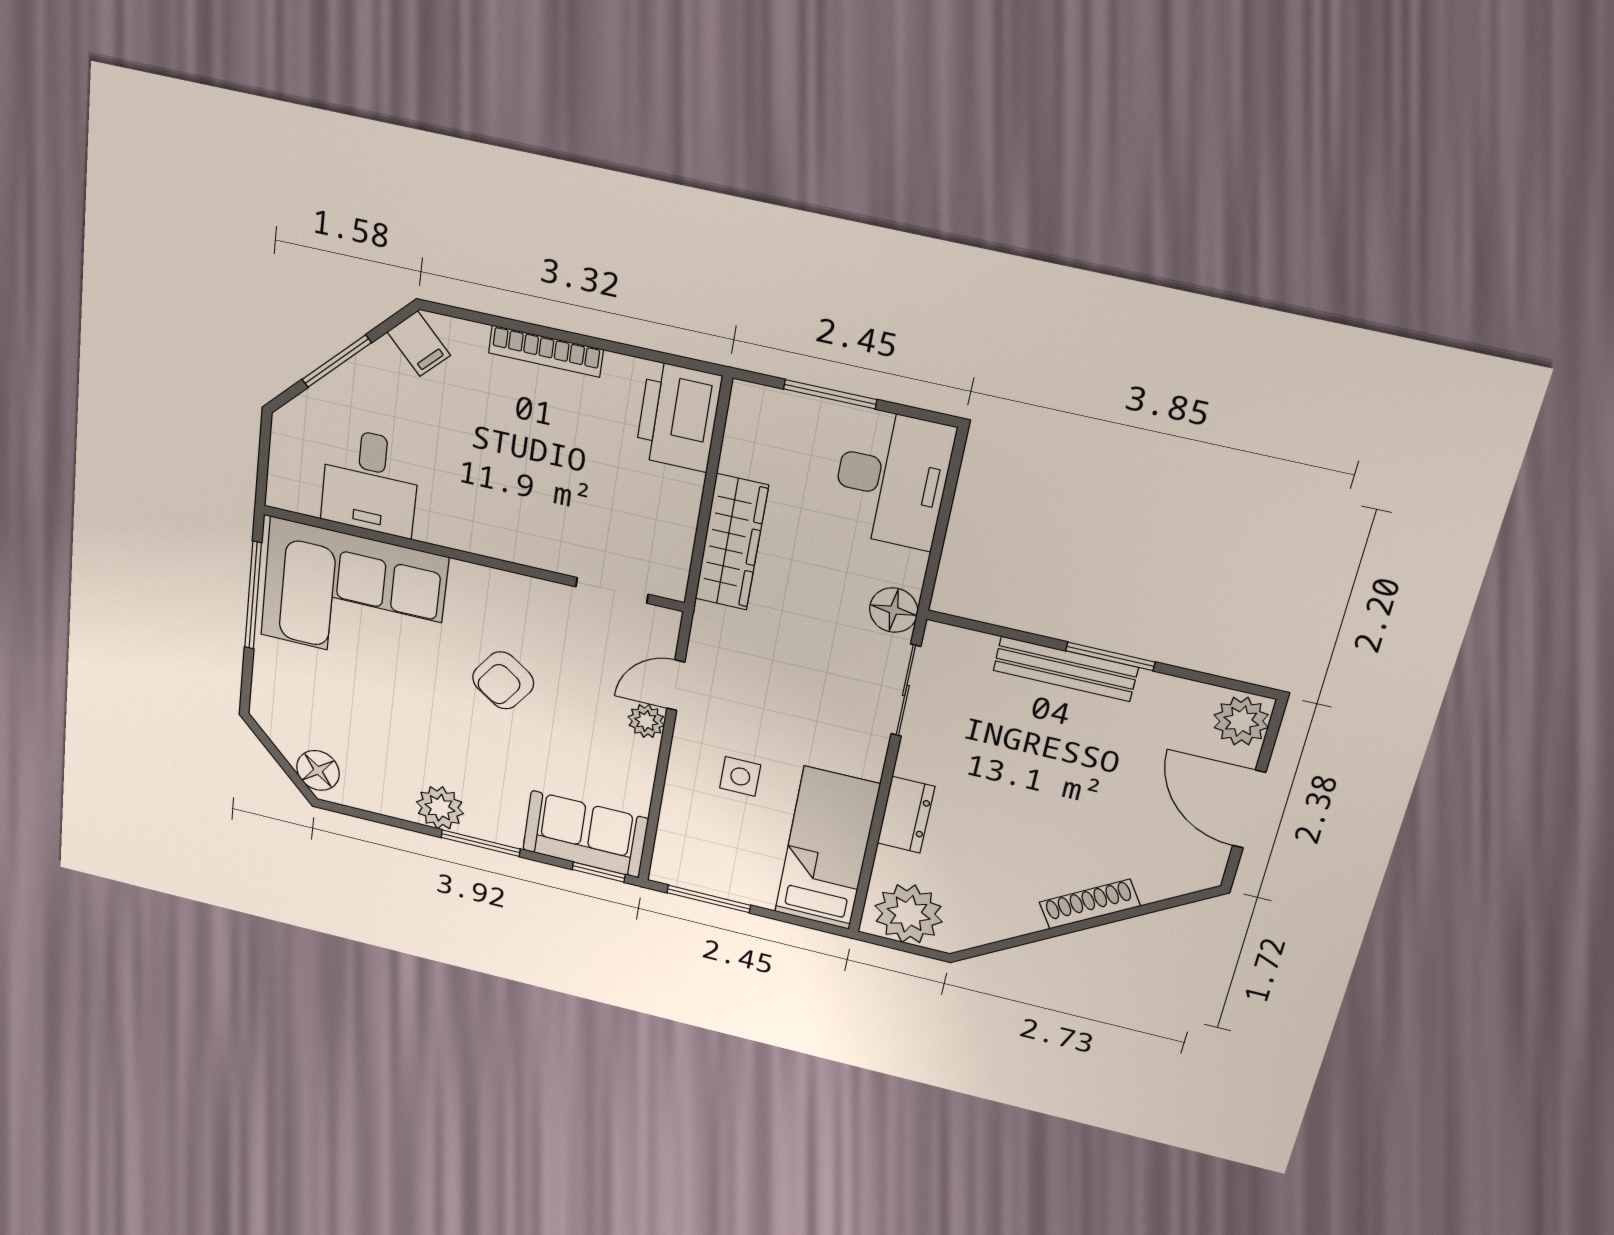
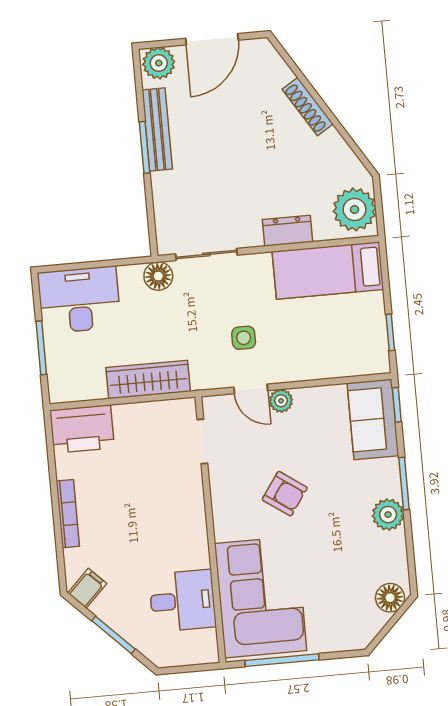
bench: (1066, 669) -> (157, 130), moved
side table: (740, 776) -> (244, 338), moved
window: (709, 899) -> (390, 332), width x0.67

